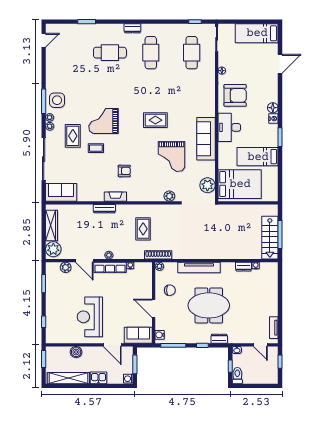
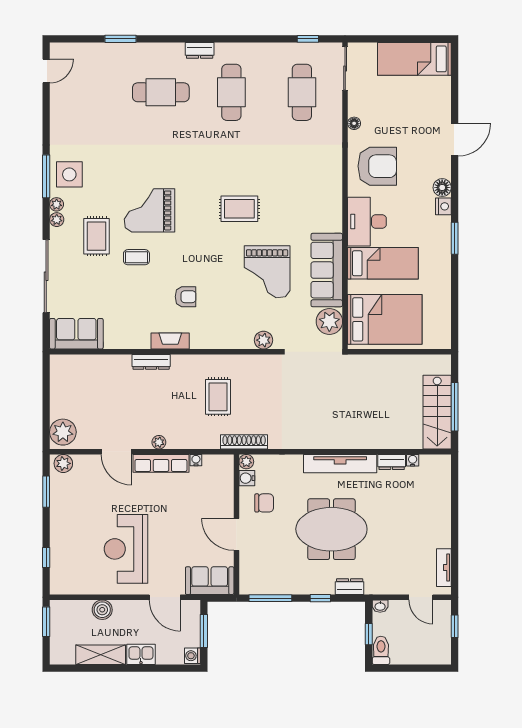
door: (280, 64) -> (455, 140), moved
sofa: (206, 139) -> (327, 270), moved
bed: (258, 157) -> (383, 263), moved, turned 180
wardrobe: (52, 226) -> (60, 391), removed
plant: (66, 267) -> (63, 463), moved
tv unit: (199, 268) -> (340, 464), moved
water cooler: (160, 335) -> (247, 478), moved
shelving: (68, 378) -> (101, 655), width x0.68

